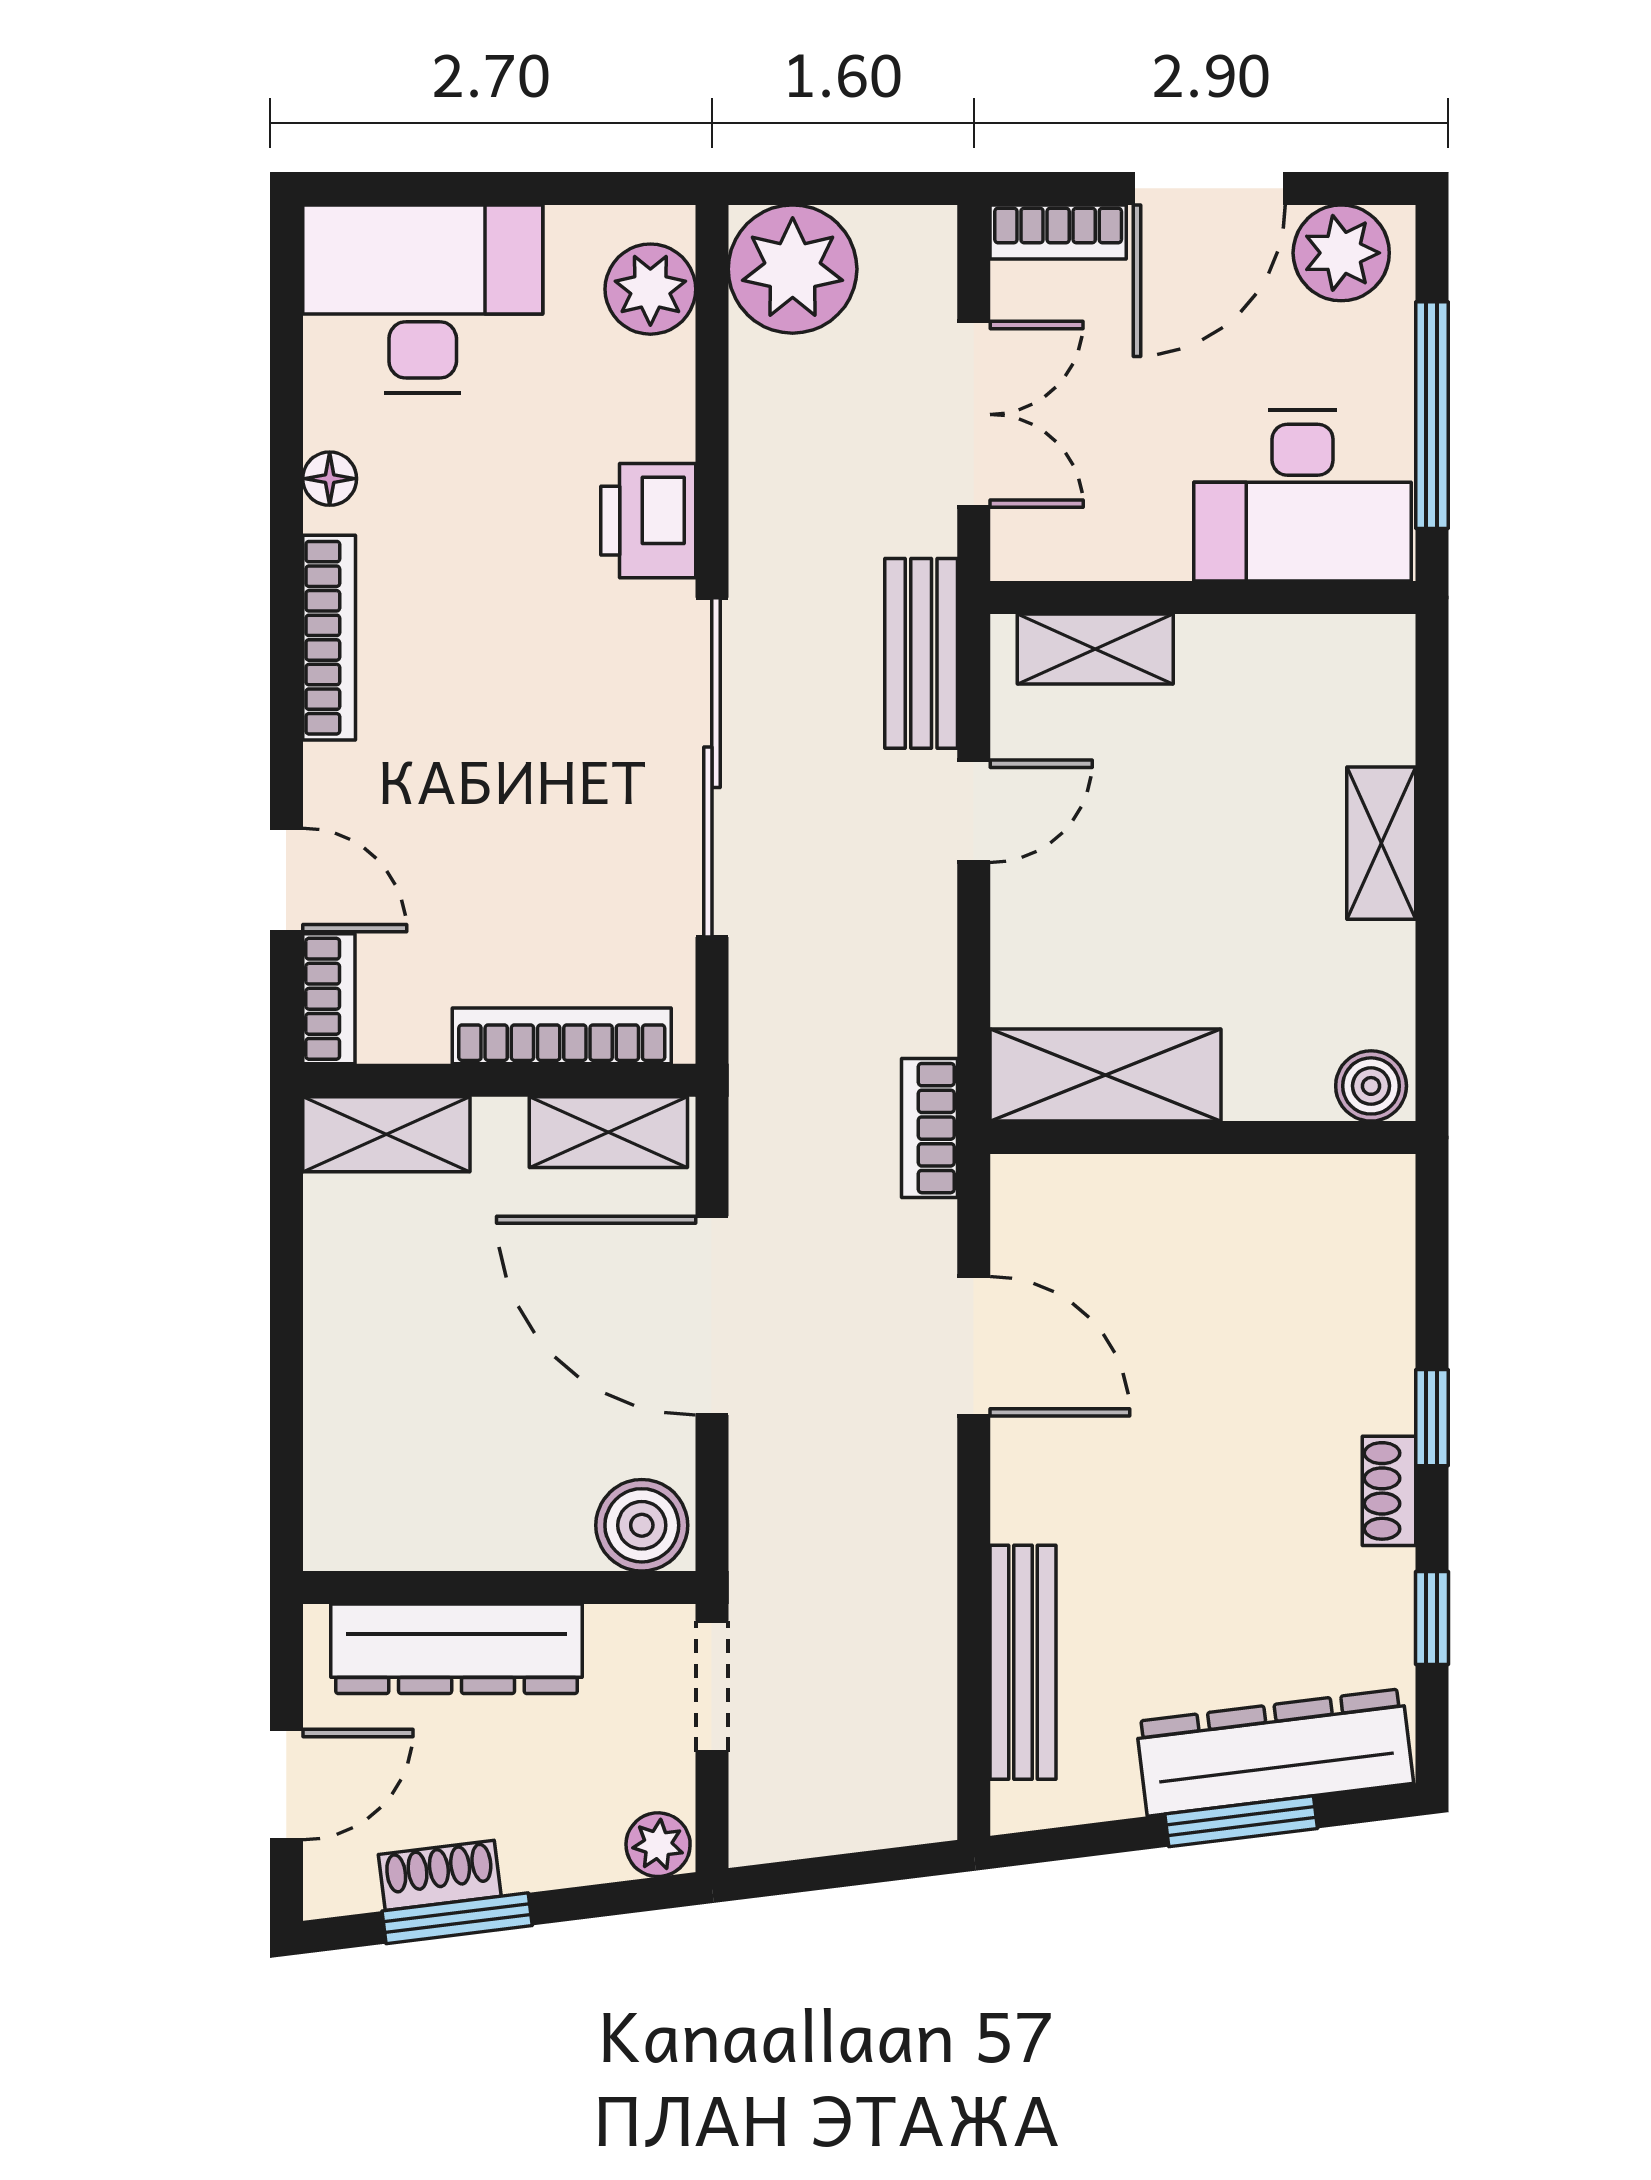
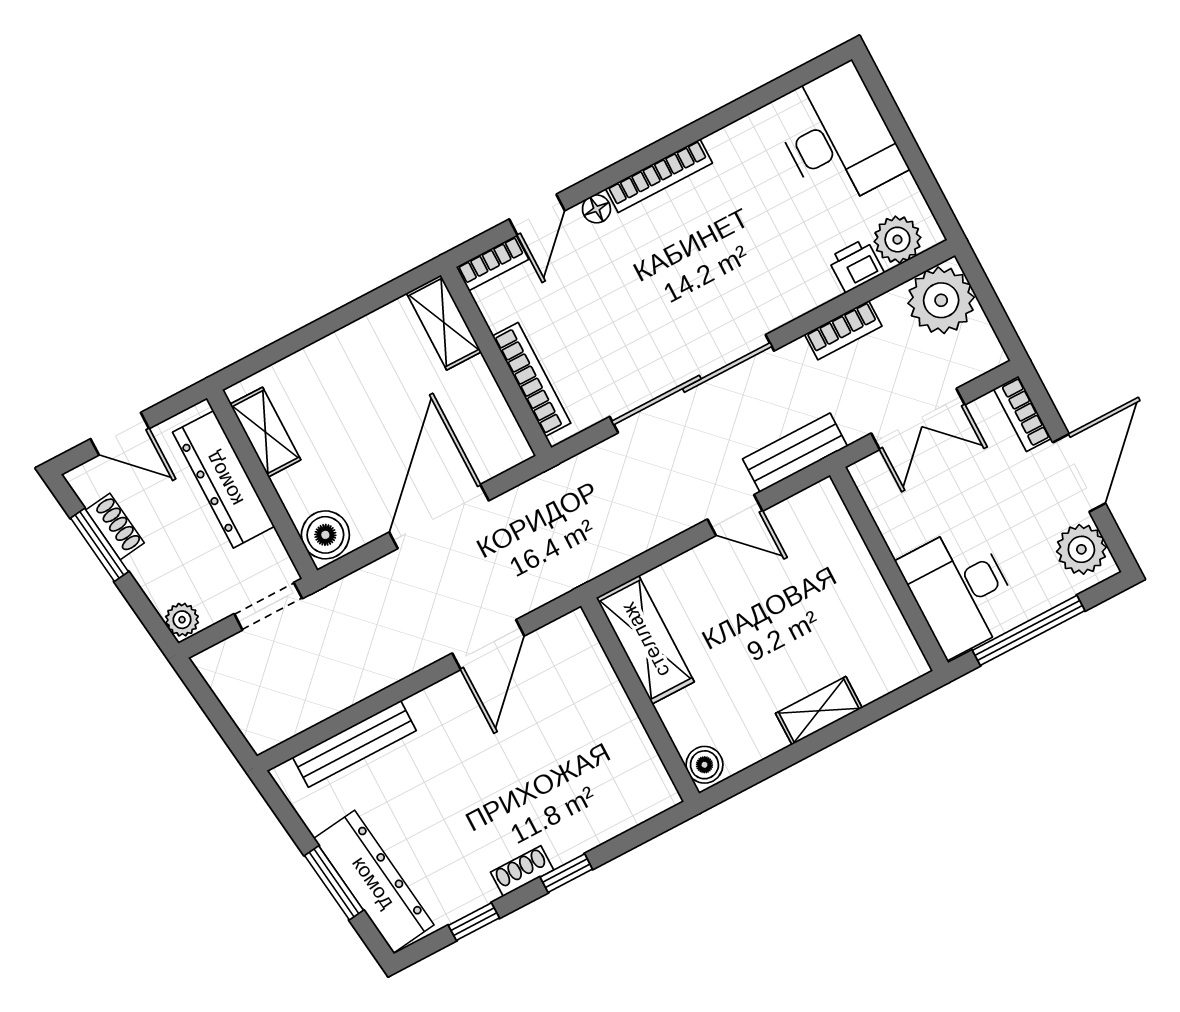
door: (1209, 188) -> (1079, 473), swing flipped
floor lamp: (330, 479) -> (596, 209), moved
printer: (648, 521) -> (856, 265), moved, width x0.73, depth x0.81
shelving: (1095, 649) -> (839, 532), removed
bookcase: (930, 1128) -> (843, 330), moved, turned 180
shelving: (608, 1132) -> (265, 432), moved

